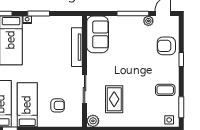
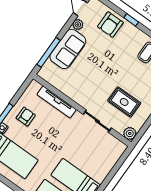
window: (133, 14) -> (49, 52), moved
sofa: (98, 34) -> (68, 49), moved, turned 90
armchair: (58, 105) -> (26, 117), moved

